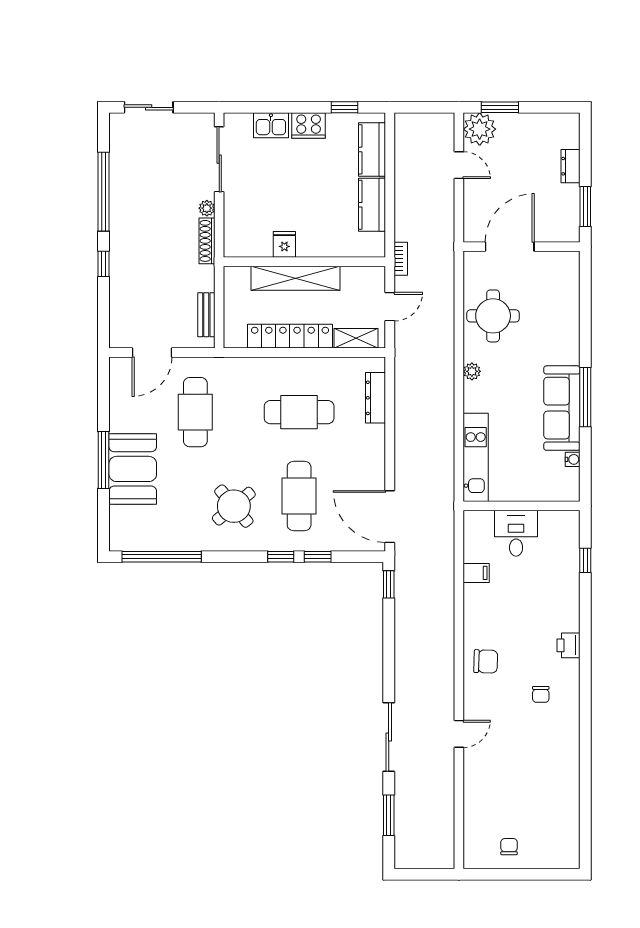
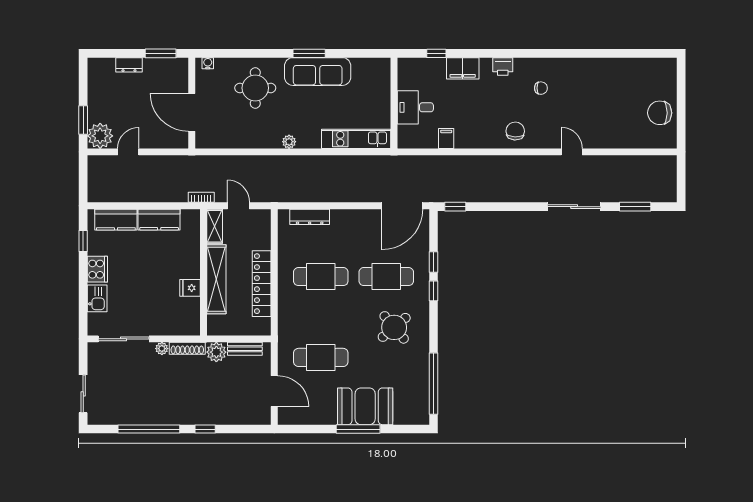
plant: (202, 278) -> (216, 352), added
round table: (493, 316) -> (255, 88), moved
shelving: (356, 338) -> (215, 226), moved
window: (585, 397) -> (309, 53), width x0.69
cafe table: (299, 412) -> (321, 277), turned 90
water cooler: (573, 459) -> (208, 63), moved
filing cabinet: (566, 594) -> (463, 68), added
chair: (509, 847) -> (660, 113), width x1.87, depth x1.87

